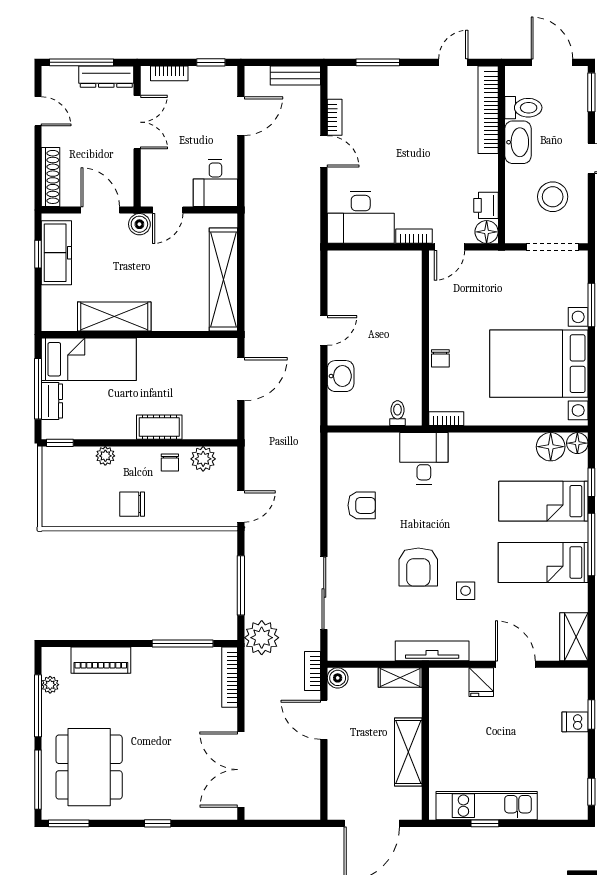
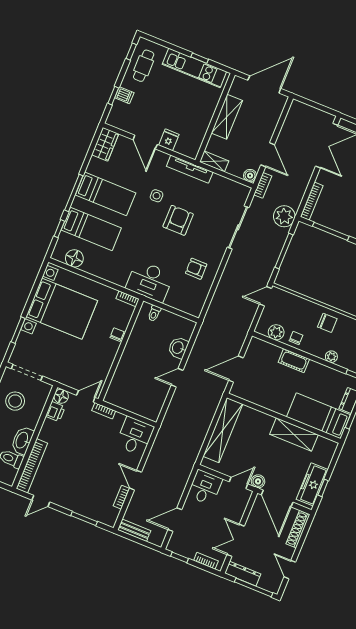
door: (100, 210) -> (277, 499), width x1.36
desk: (361, 217) -> (135, 436), width x0.73
floor lamp: (577, 443) -> (58, 254), removed
desk: (424, 458) -> (150, 281), width x1.37
cafe table: (564, 778) -> (144, 66), added

